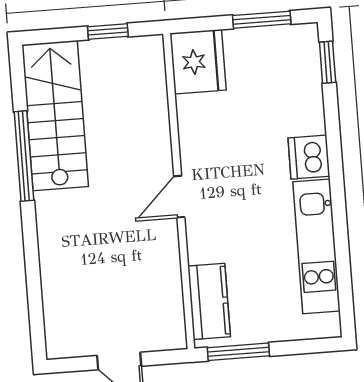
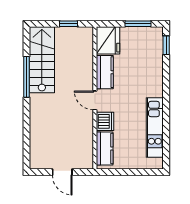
kitchen counter: (196, 132) -> (105, 72), added
dishwasher: (309, 157) -> (105, 121), moved, turned 180
door: (179, 197) -> (95, 100), hinge flipped
window: (238, 352) -> (116, 172), removed

